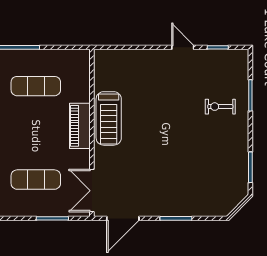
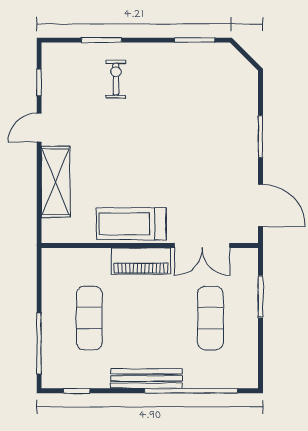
shelving: (141, 60) -> (56, 182), added
exercise bike: (220, 107) -> (116, 79), turned 180
treadmill: (109, 118) -> (131, 224), turned 180
double door: (92, 191) -> (202, 245), moved

